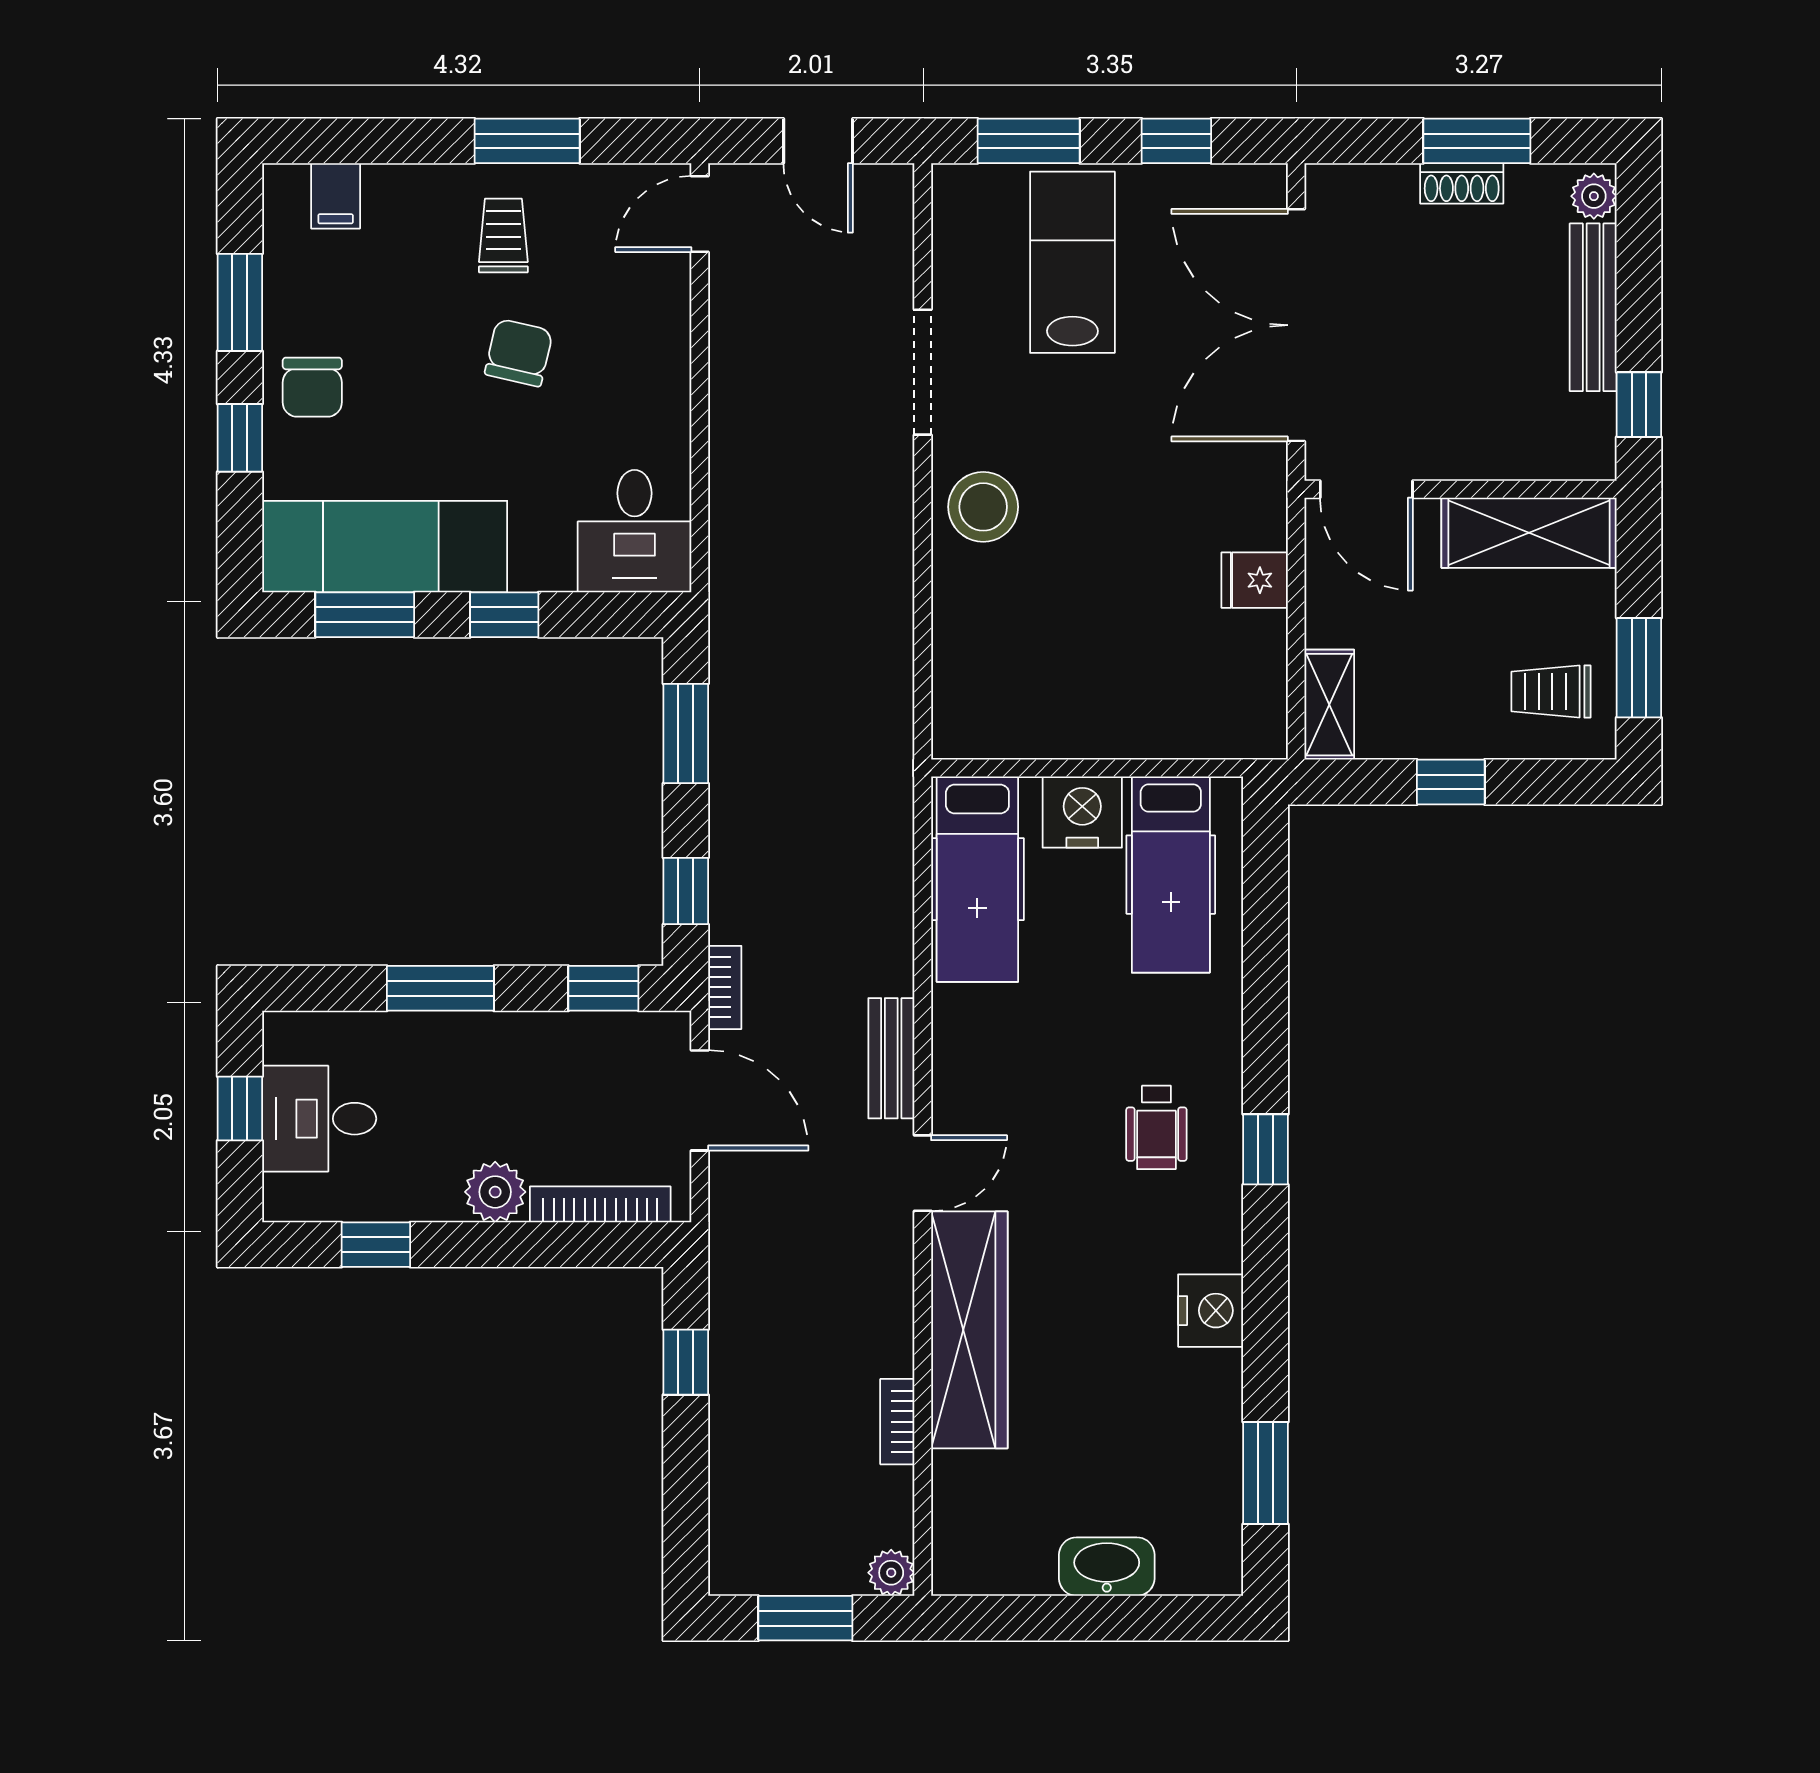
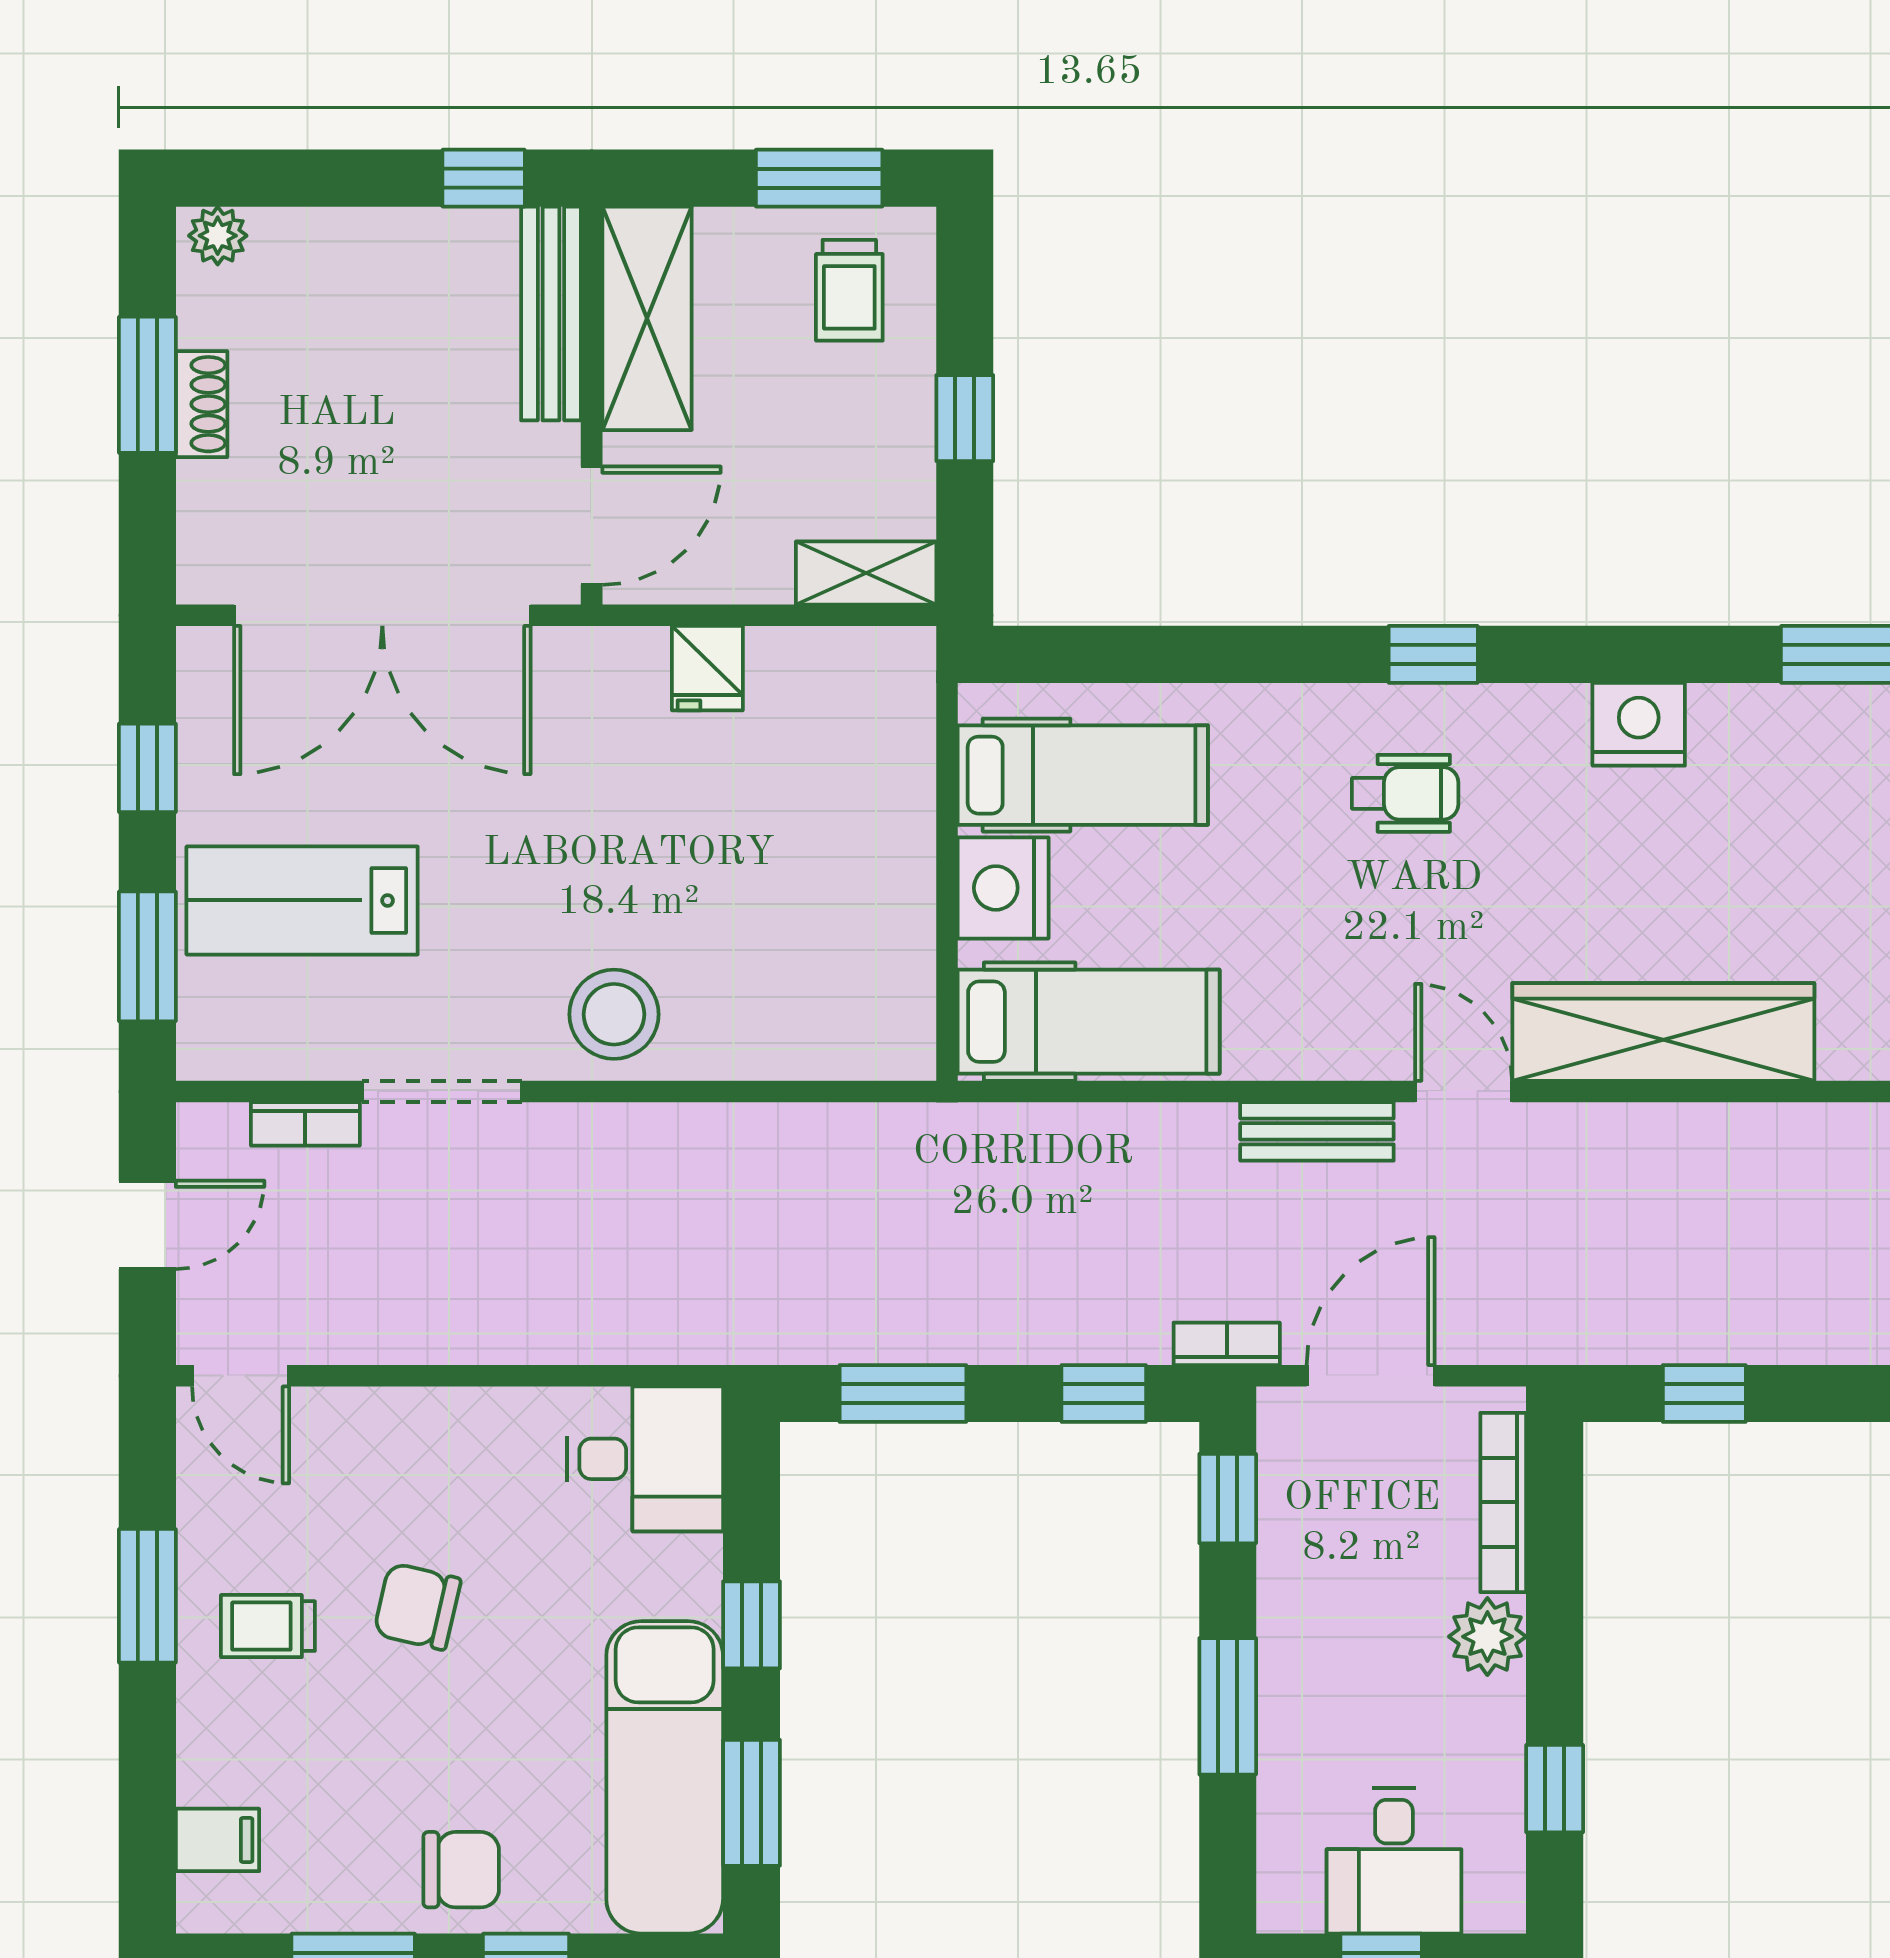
bench: (1593, 307) -> (551, 314), moved, turned 90
bookcase: (897, 1422) -> (305, 1124), moved

